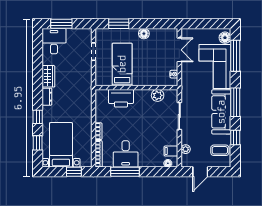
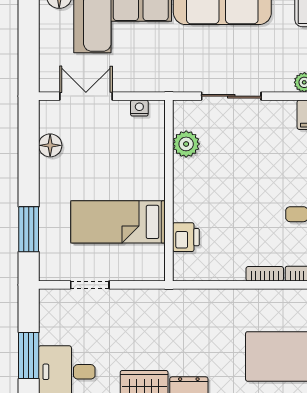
floor lamp: (144, 34) -> (50, 145), moved
printer: (121, 98) -> (186, 237), width x0.53, depth x0.68

